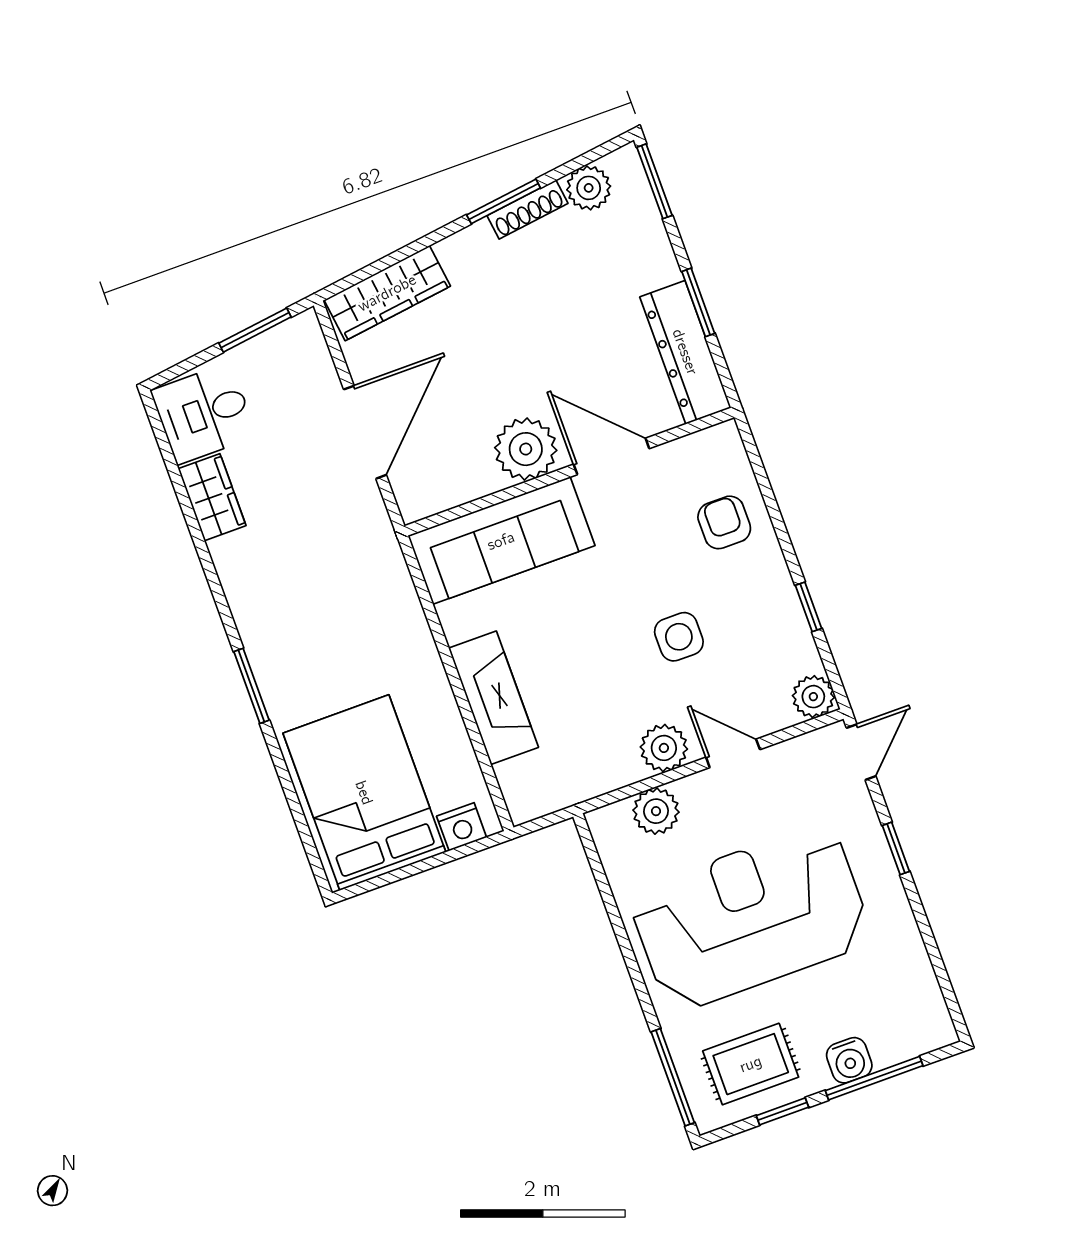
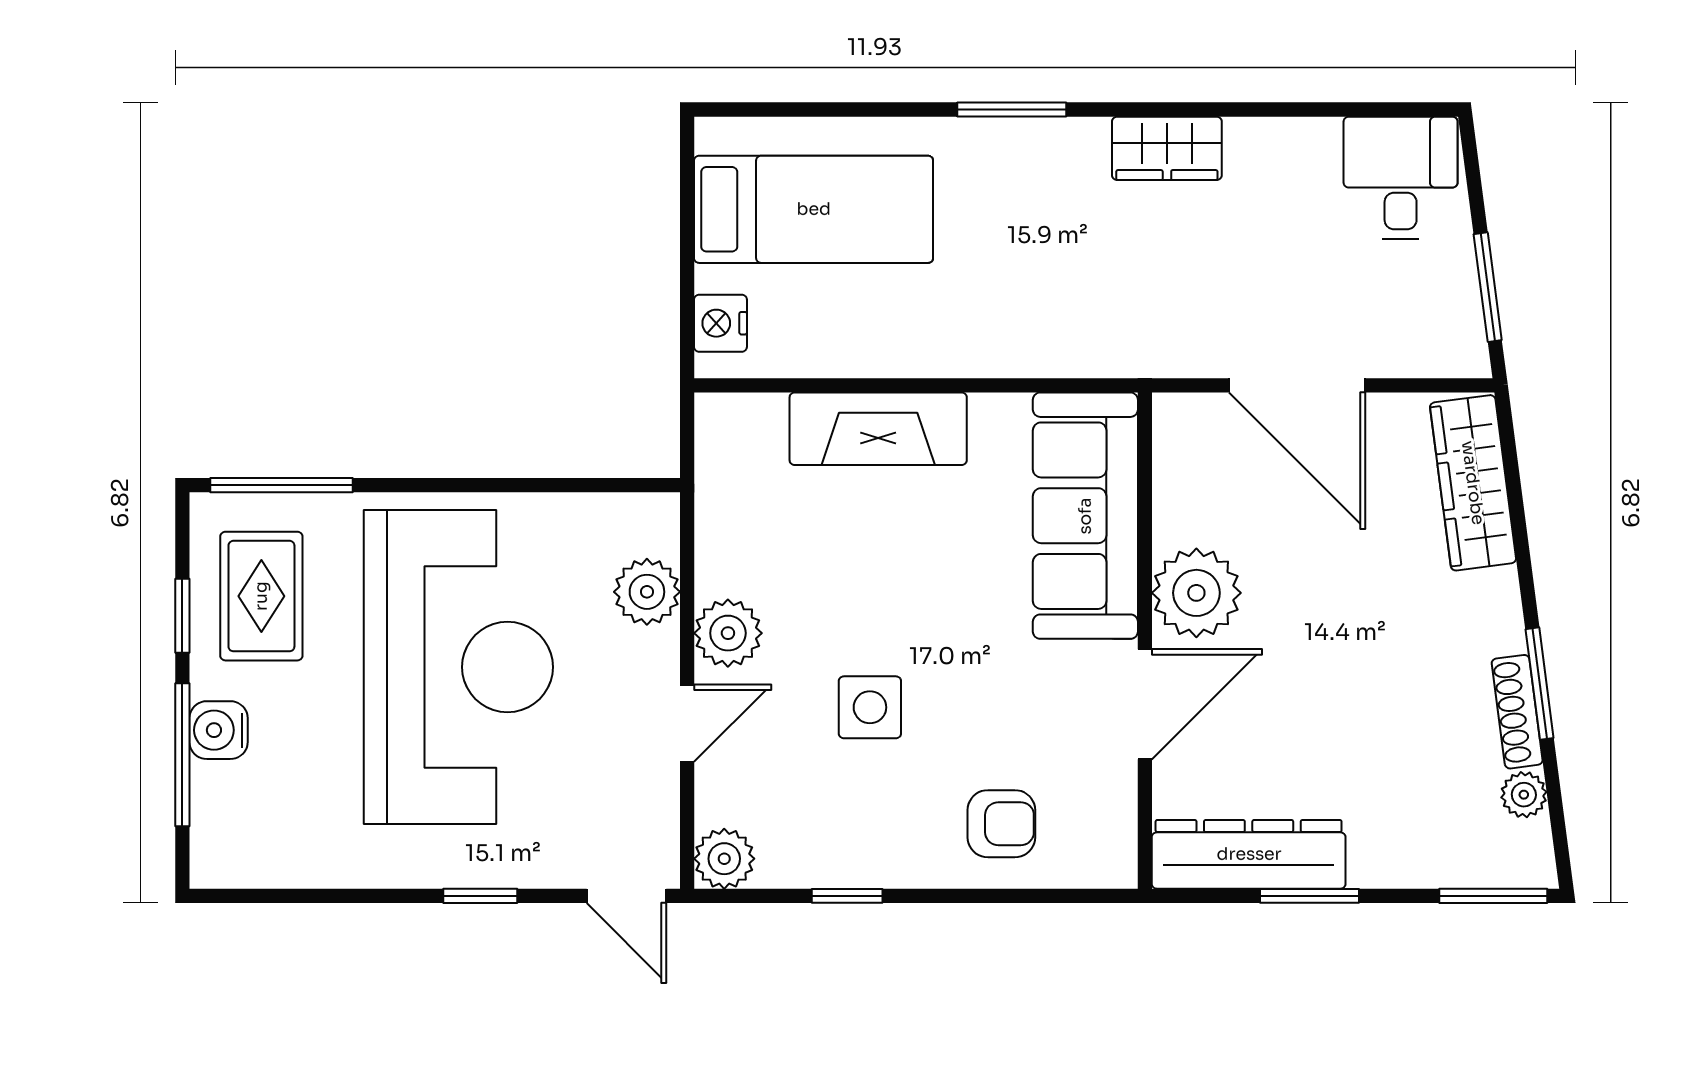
plant: (589, 188) -> (1524, 795), width x0.73, depth x0.73
wardrobe: (212, 497) -> (1167, 148), moved
bed: (364, 793) -> (814, 209), width x0.67

